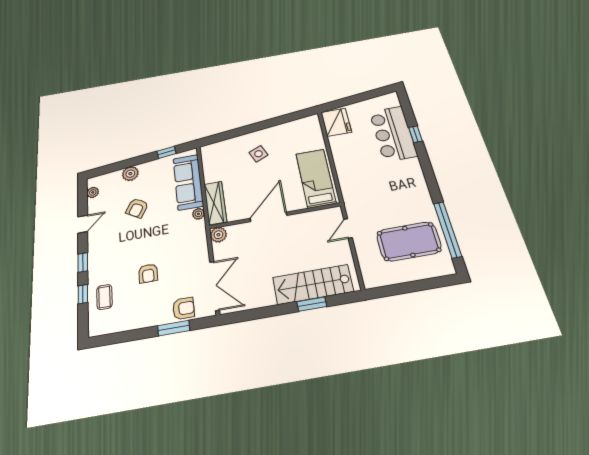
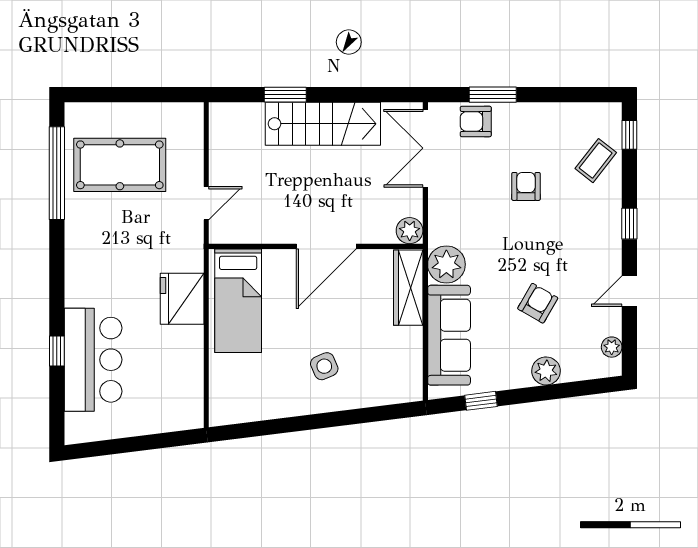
fridge: (336, 122) -> (182, 299), moved
plant: (198, 214) -> (446, 264), width x1.87, depth x1.87
stairs: (313, 284) -> (323, 124), moved
window: (83, 294) -> (629, 135), moved
coffee table: (104, 297) -> (596, 161), turned 38

